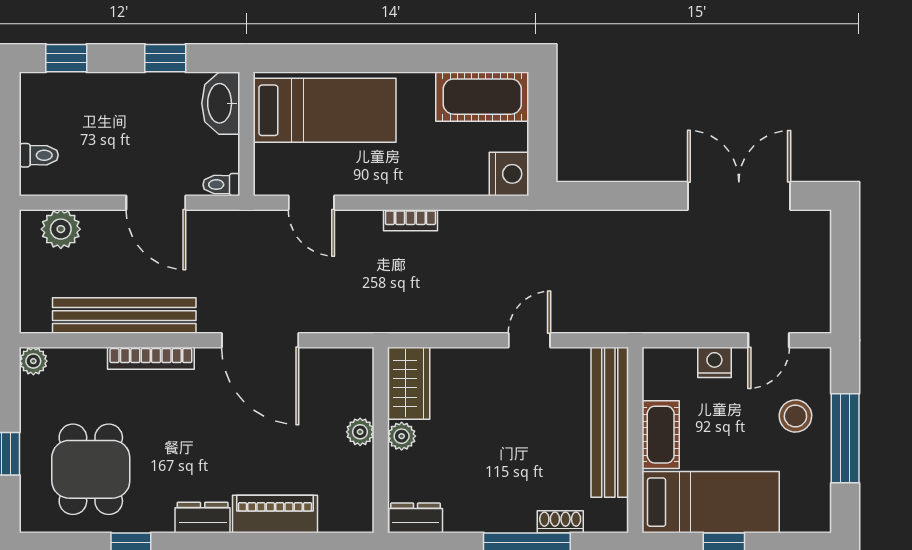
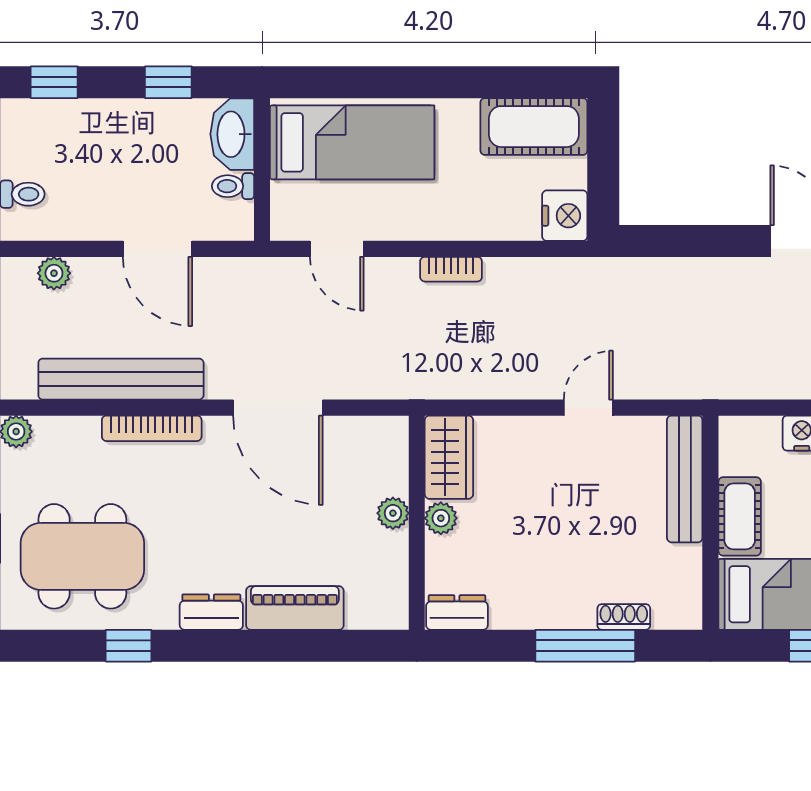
toilet: (221, 185) -> (233, 186), moved
plant: (61, 229) -> (54, 273), width x0.73, depth x0.73
bench: (610, 422) -> (685, 479), width x0.73, depth x0.82
dining table: (91, 469) -> (82, 556), width x1.38

